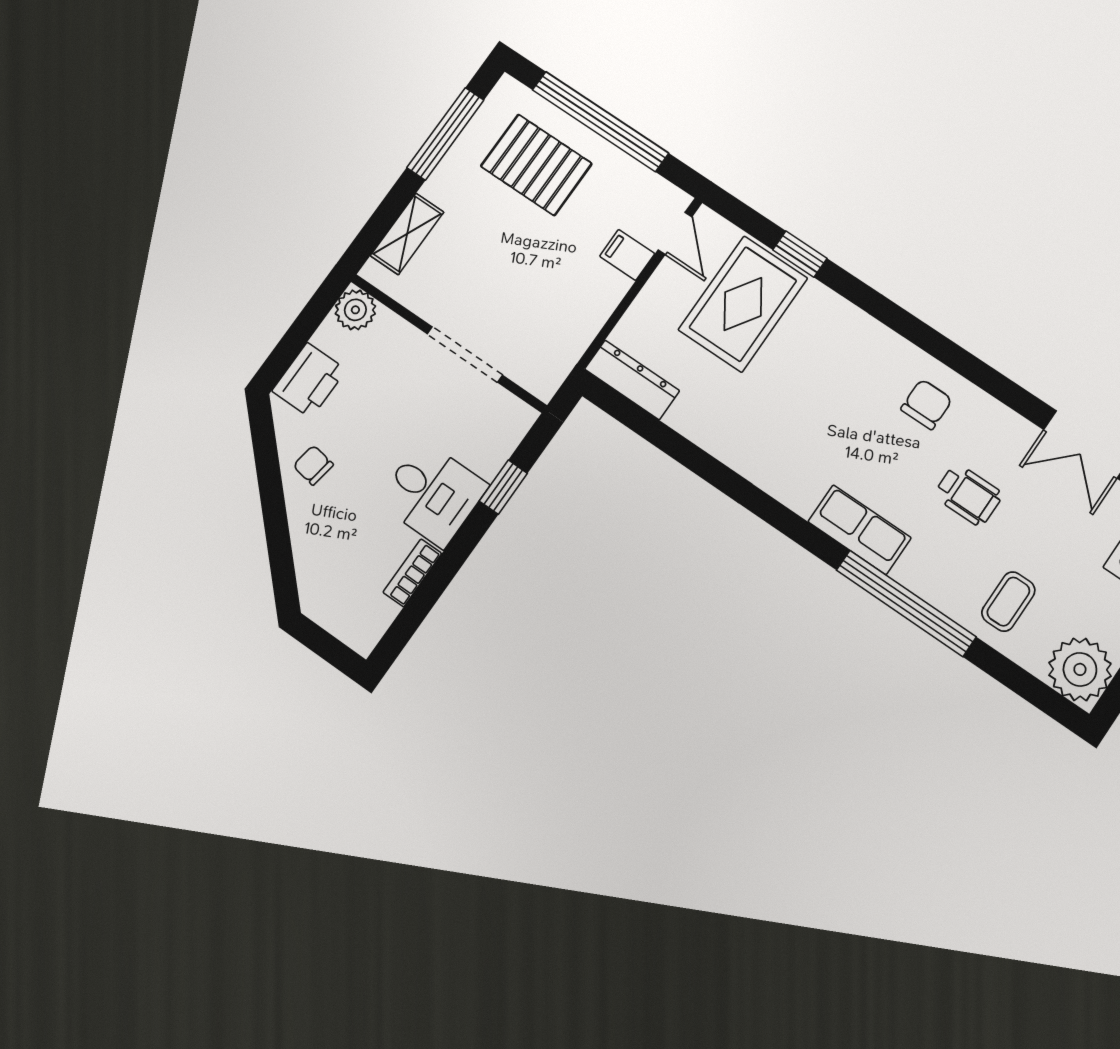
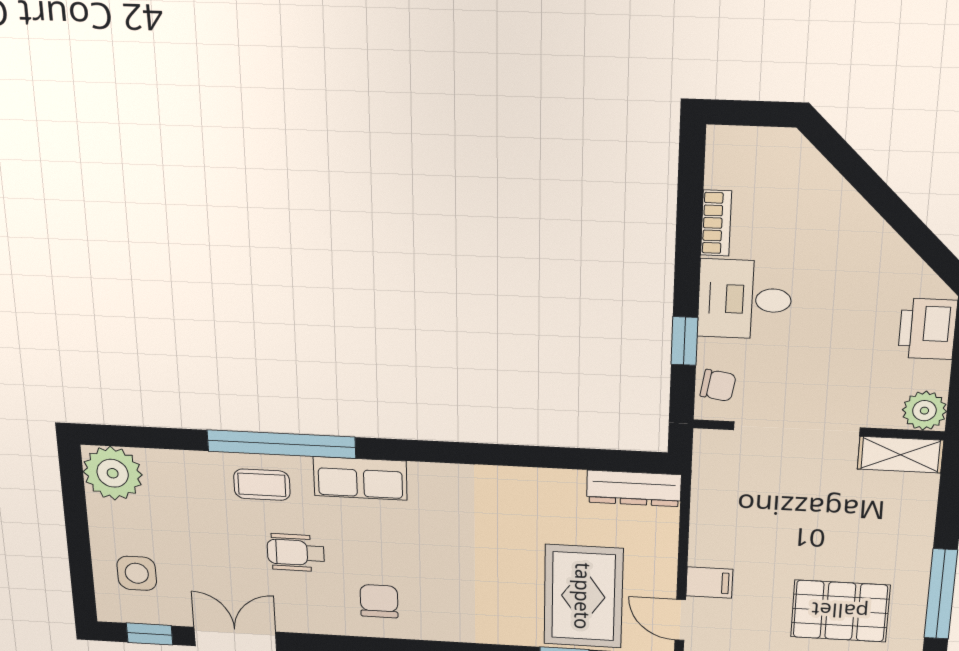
shelving: (407, 234) -> (900, 455), moved, turned 90
doorway: (465, 354) -> (797, 429), width x1.36
chair: (927, 404) -> (379, 601), turned 180
chair: (313, 465) -> (718, 385), moved
coffee table: (1008, 602) -> (262, 485), moved, turned 90

